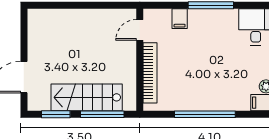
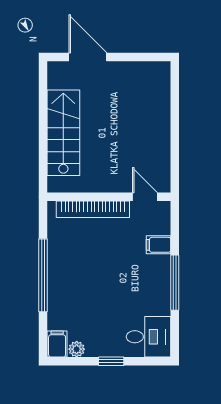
window: (56, 114) -> (43, 95), removed
window: (102, 114) -> (43, 151), removed

